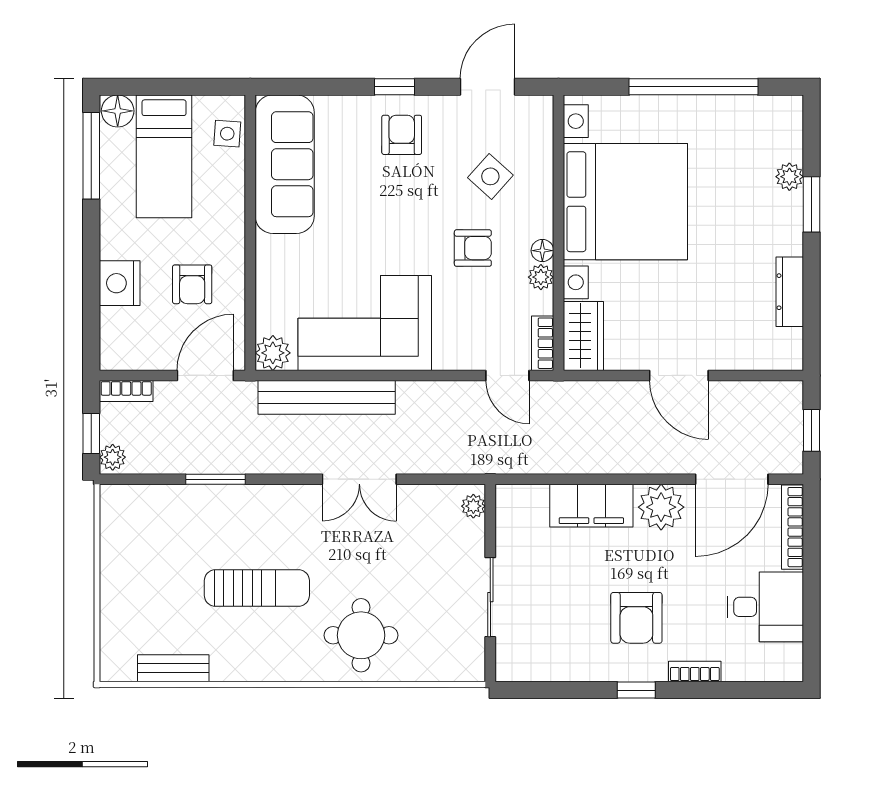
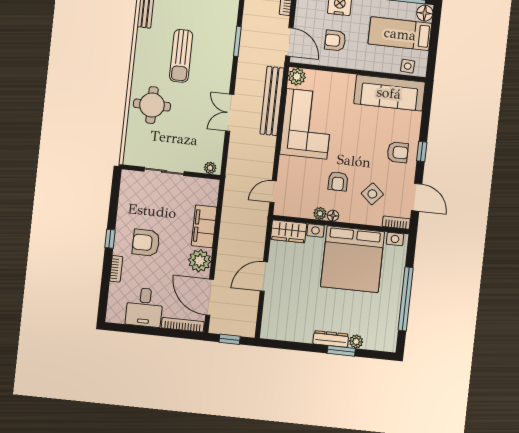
dresser: (790, 292) -> (331, 339), moved
bookcase: (543, 343) -> (396, 223), moved

